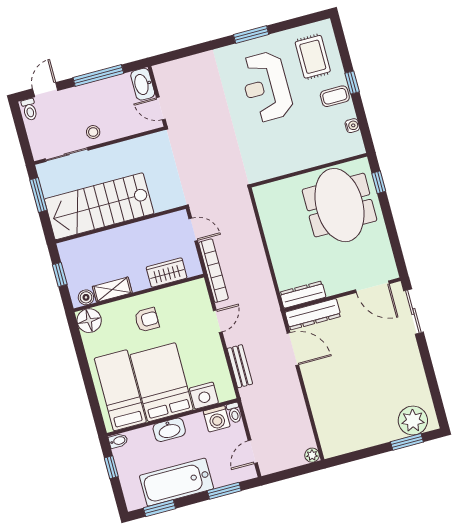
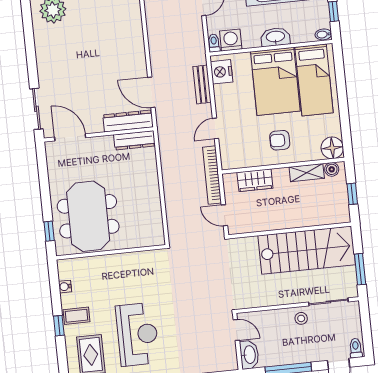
nightstand: (204, 396) -> (222, 72), moved, turned -90

